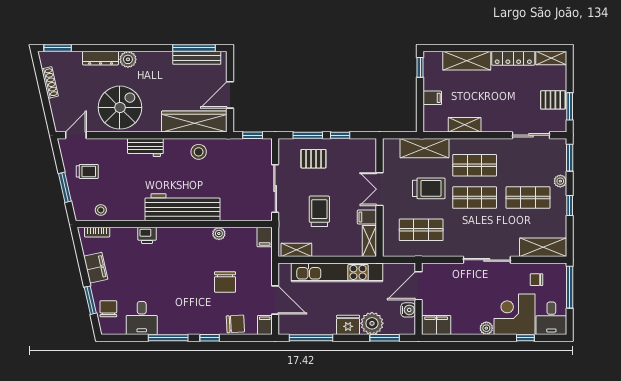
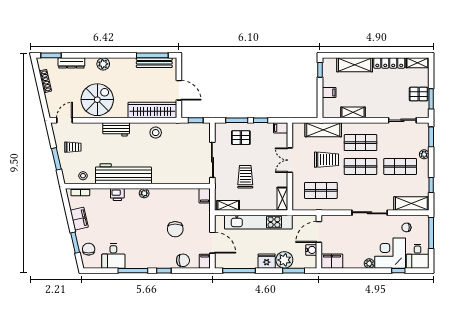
dresser: (101, 58) -> (71, 63), moved
door: (230, 95) -> (179, 90), swing flipped
window: (570, 206) -> (431, 185), moved
workbench: (182, 207) -> (123, 174), moved
filing cabinet: (367, 217) -> (281, 128), moved
plant: (219, 234) -> (144, 193), moved

